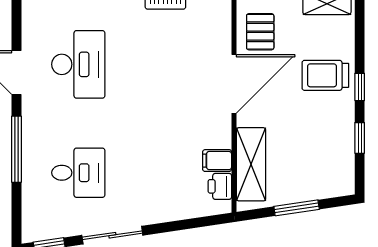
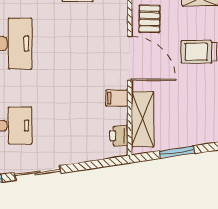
door: (234, 84) -> (130, 58), hinge flipped
filing cabinet: (217, 161) -> (117, 98), moved

